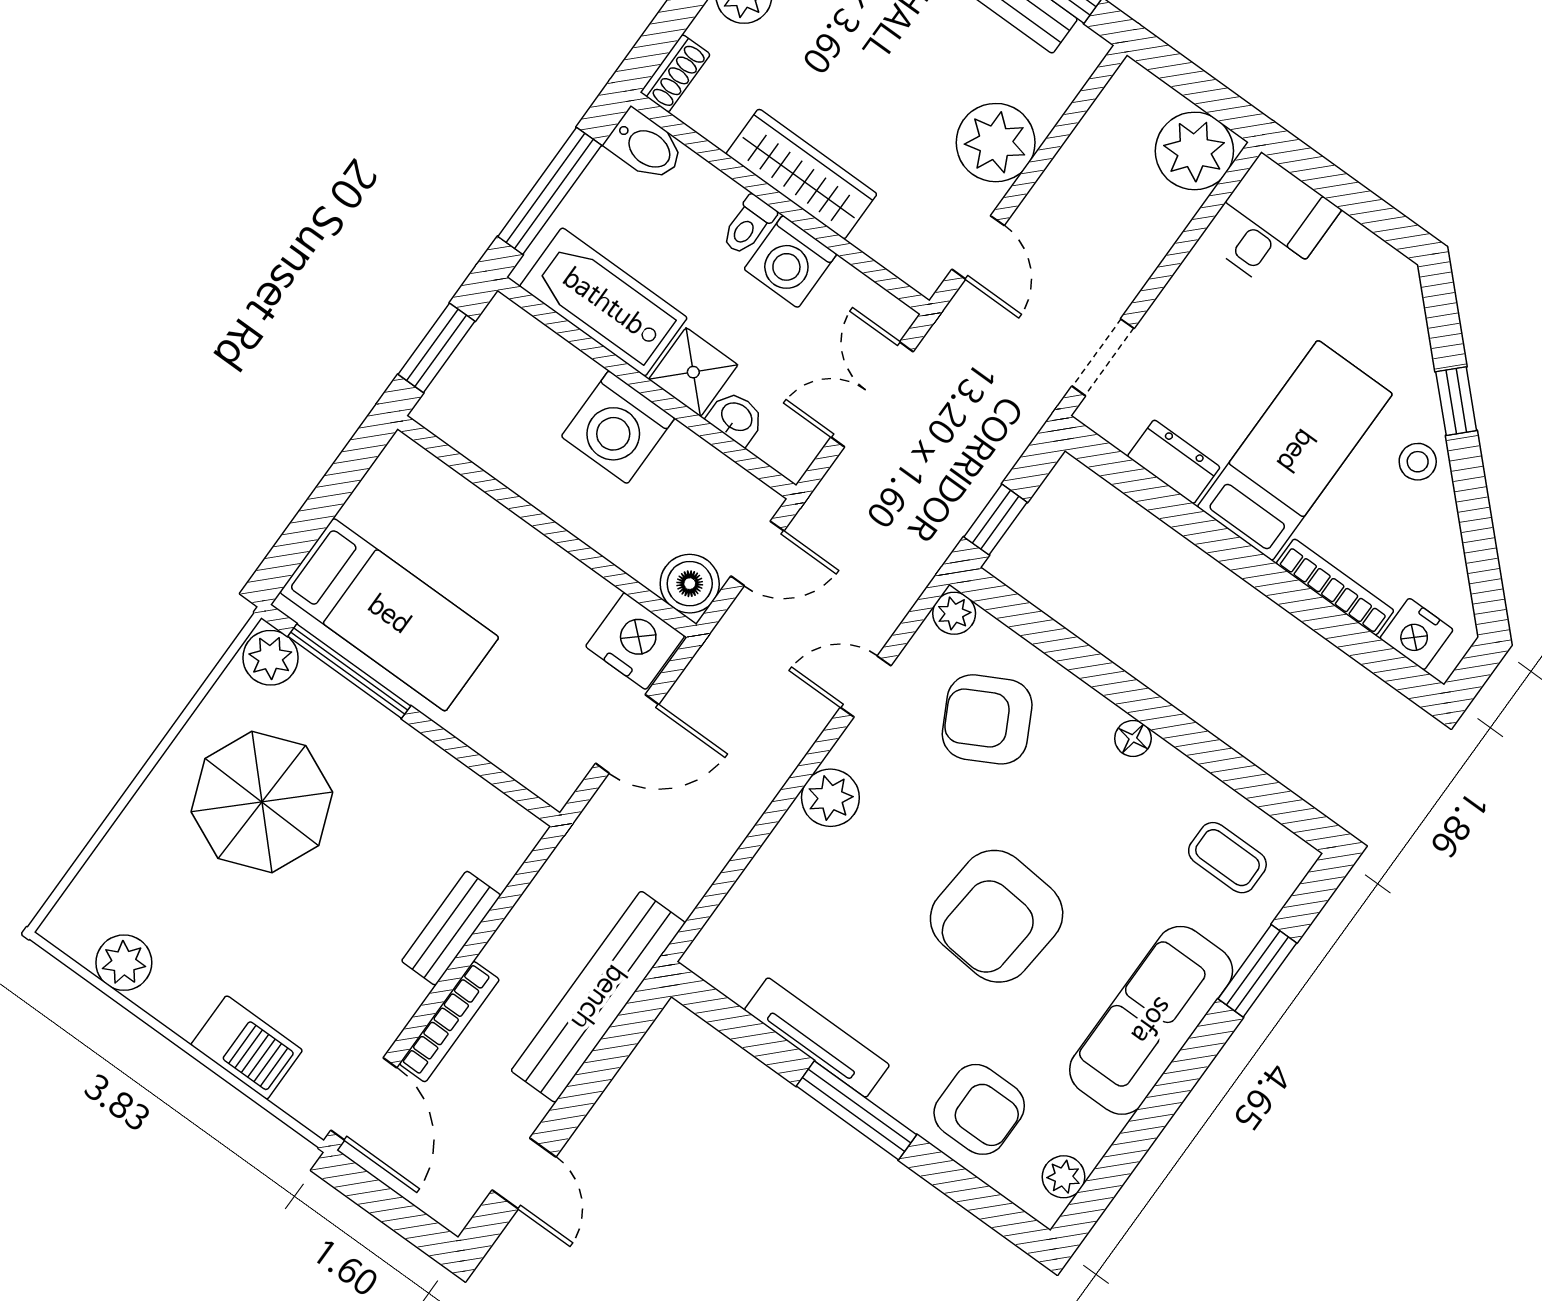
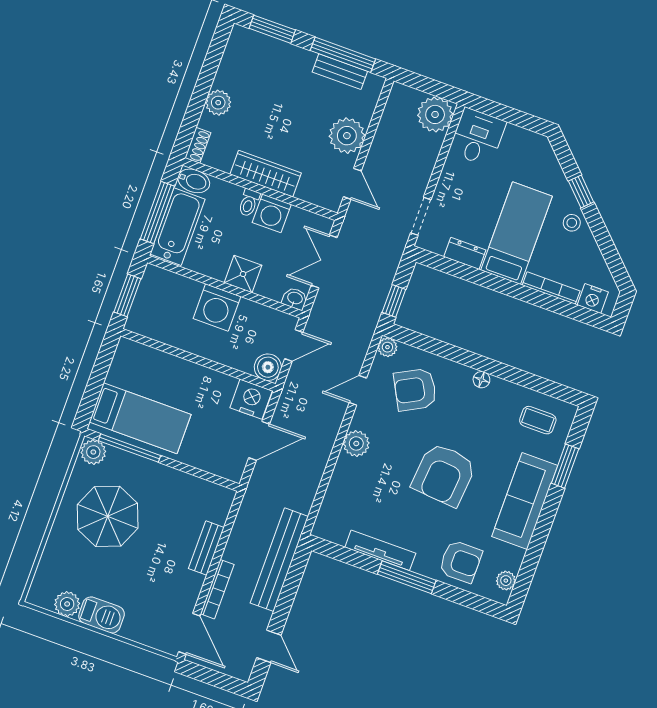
bathtub: (603, 302) -> (178, 227), moved, turned 90
washbasin: (736, 418) -> (295, 299), moved
barbecue: (247, 1047) -> (102, 615), moved

